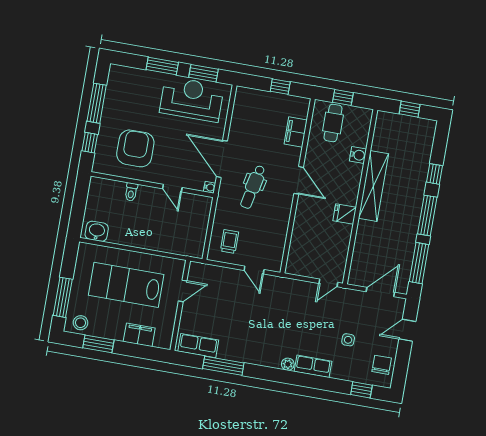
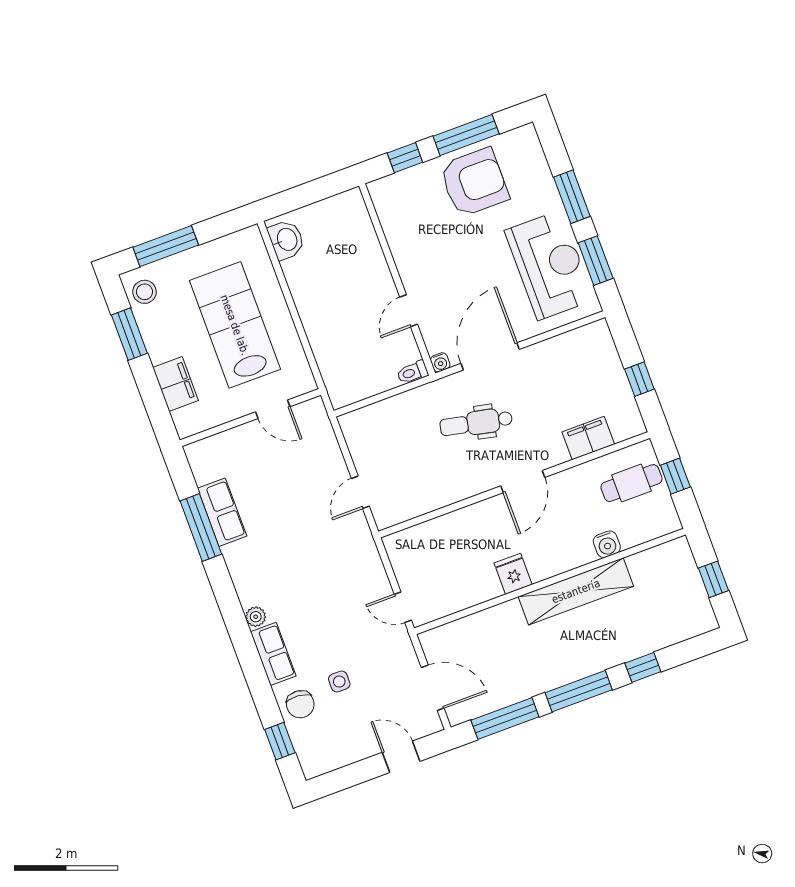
armchair: (135, 148) -> (474, 182), moved
toilet: (131, 192) -> (413, 372), moved
trolley: (230, 242) -> (380, 435), removed
row of seats: (198, 346) -> (222, 512), moved
chair: (382, 365) -> (300, 704), moved, turned 95

